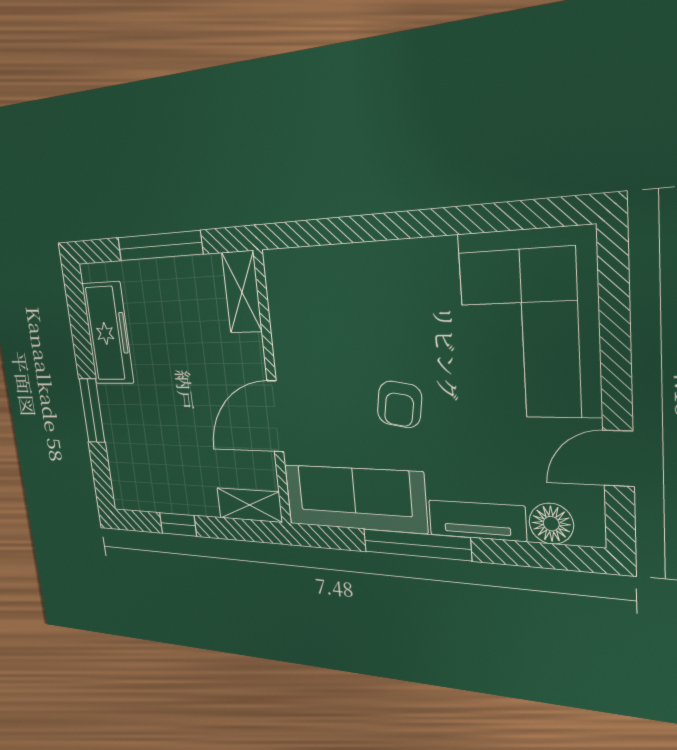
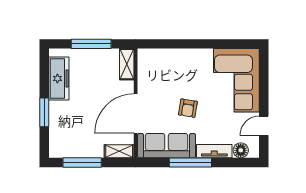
door: (275, 416) -> (136, 114), width x1.36
window: (178, 524) -> (82, 162), width x2.17

